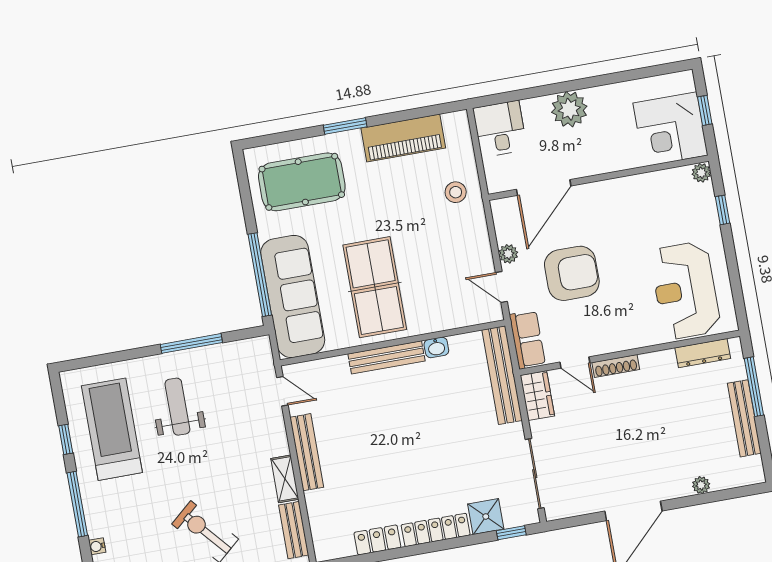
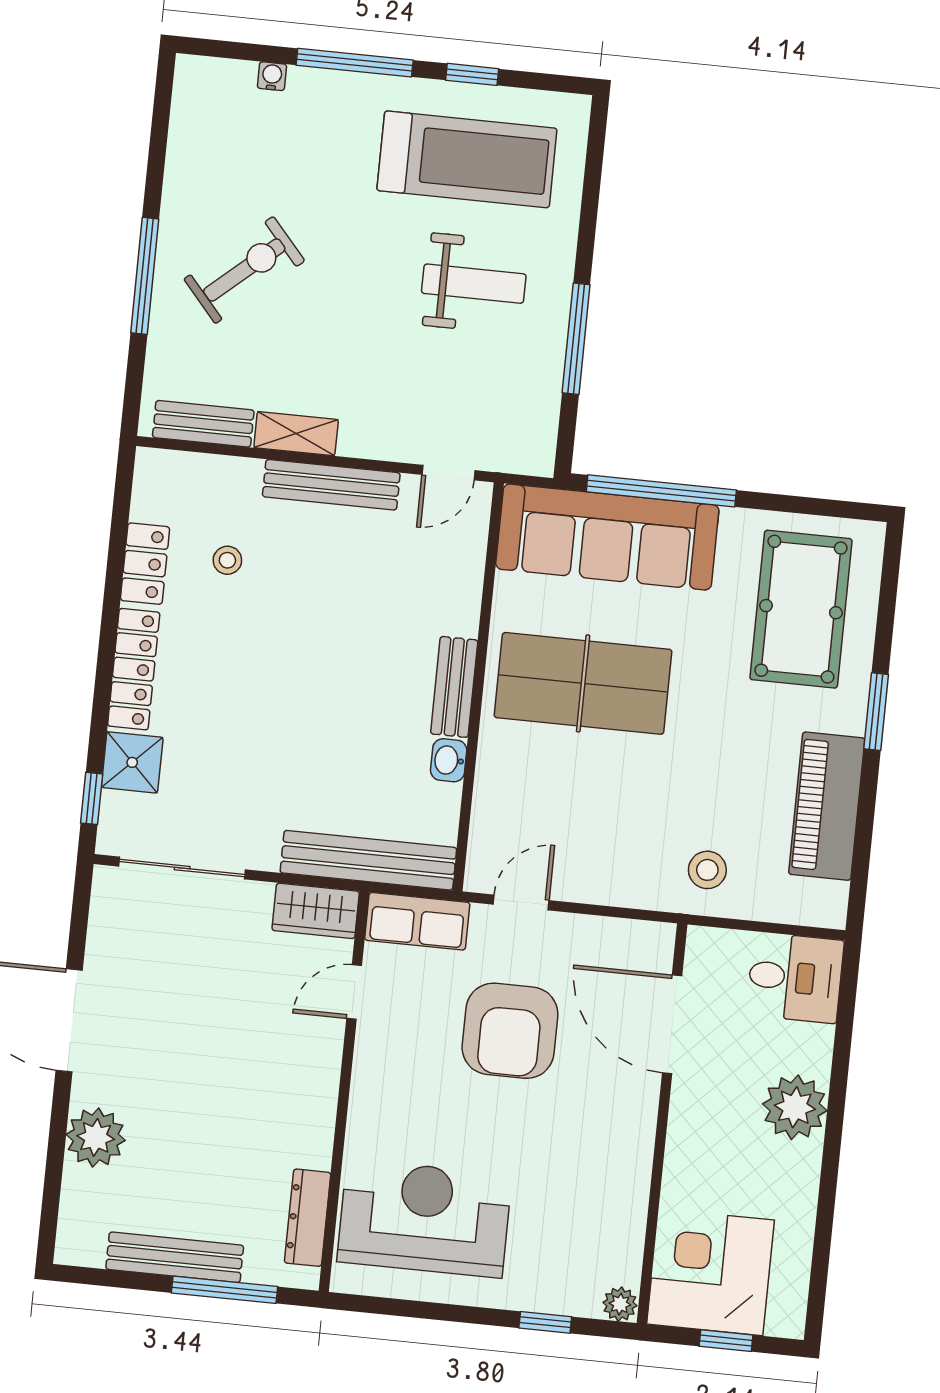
plant: (508, 254) -> (575, 930), removed
bench: (386, 357) -> (454, 687), width x0.73
shoe rack: (616, 366) -> (328, 1061), removed
plant: (701, 485) -> (96, 1137), width x1.87, depth x1.87
stool: (363, 496) -> (227, 560), added

